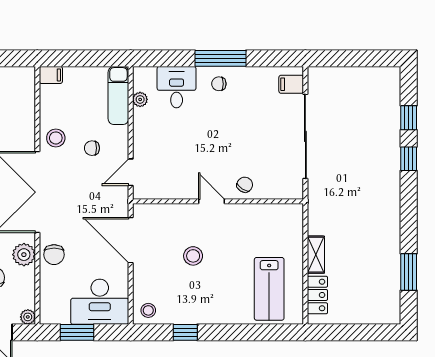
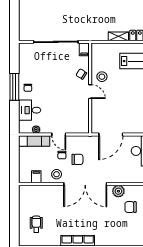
filing cabinet: (51, 75) -> (36, 177), moved
filing cabinet: (291, 84) -> (84, 49), moved
door: (131, 172) -> (59, 135), moved
door: (211, 201) -> (90, 92), swing flipped
chair: (54, 255) -> (77, 159), moved
stool: (193, 256) -> (102, 77), moved

